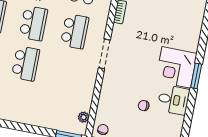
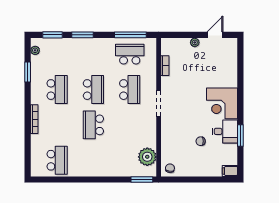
school desk: (26, 63) -> (93, 125), turned 180
window: (196, 76) -> (240, 135), moved
plant: (84, 117) -> (147, 157), width x1.88, depth x1.88

